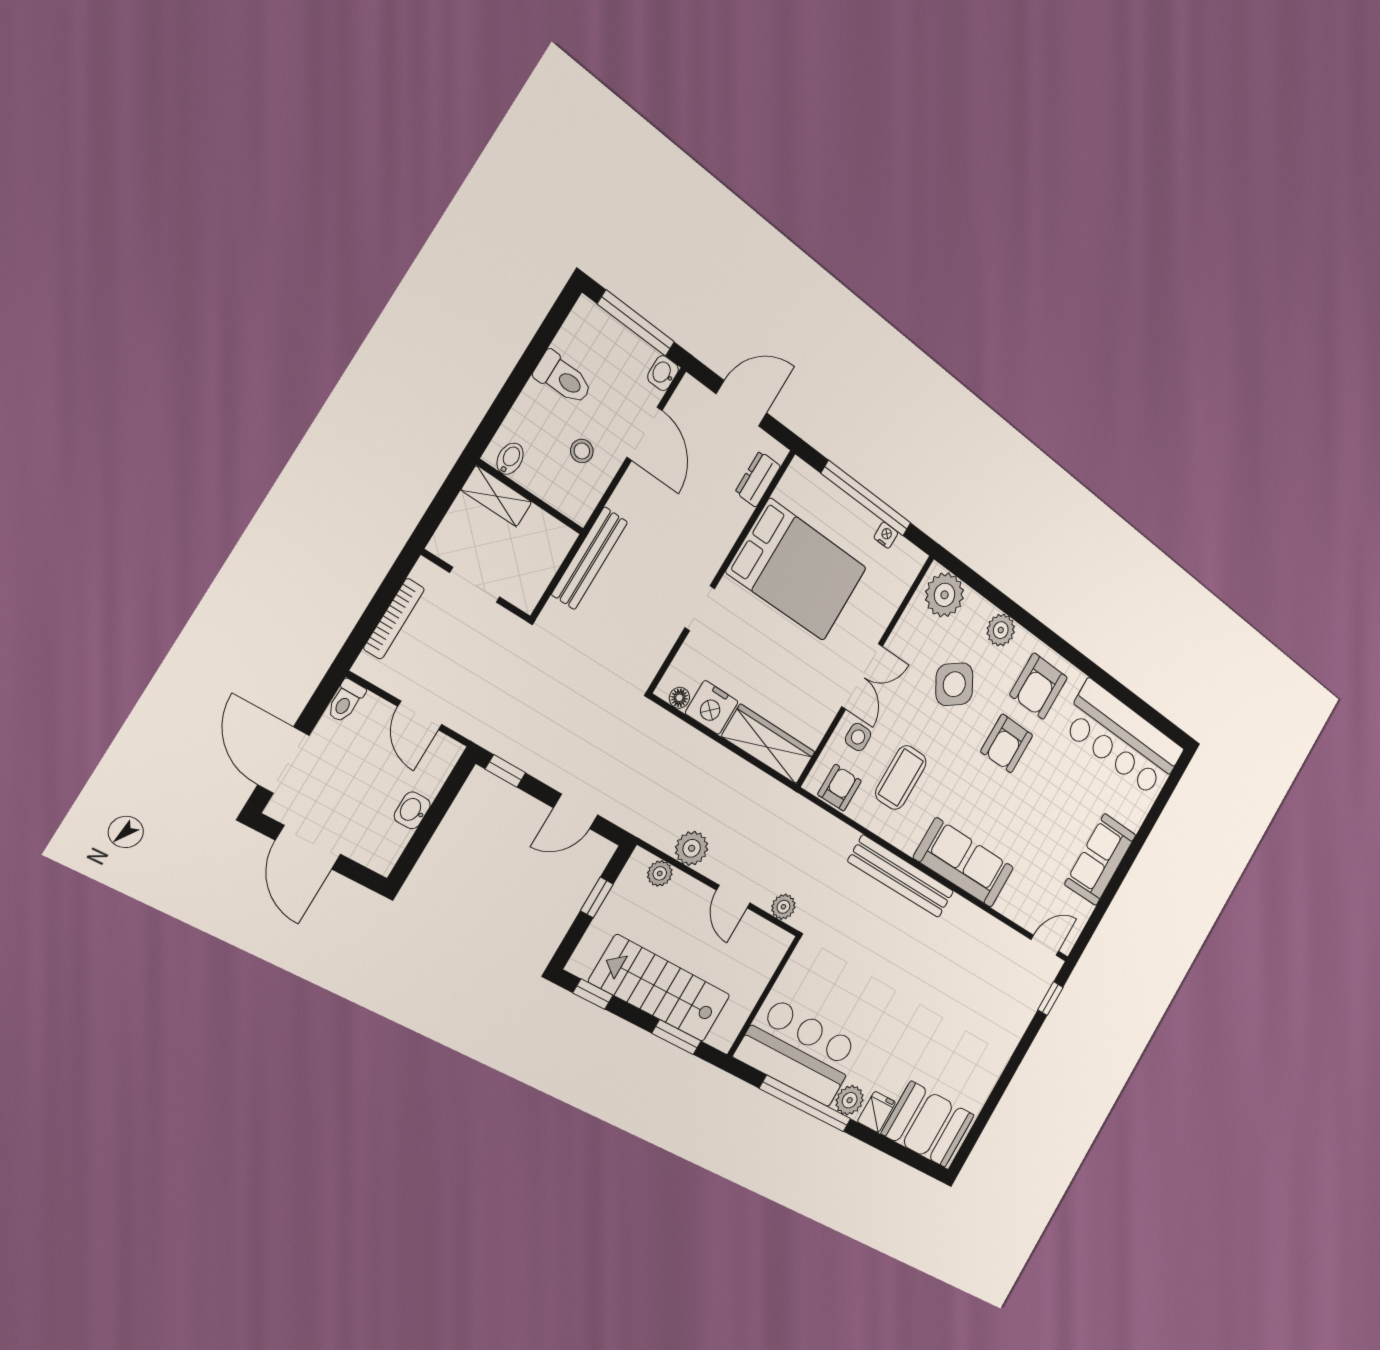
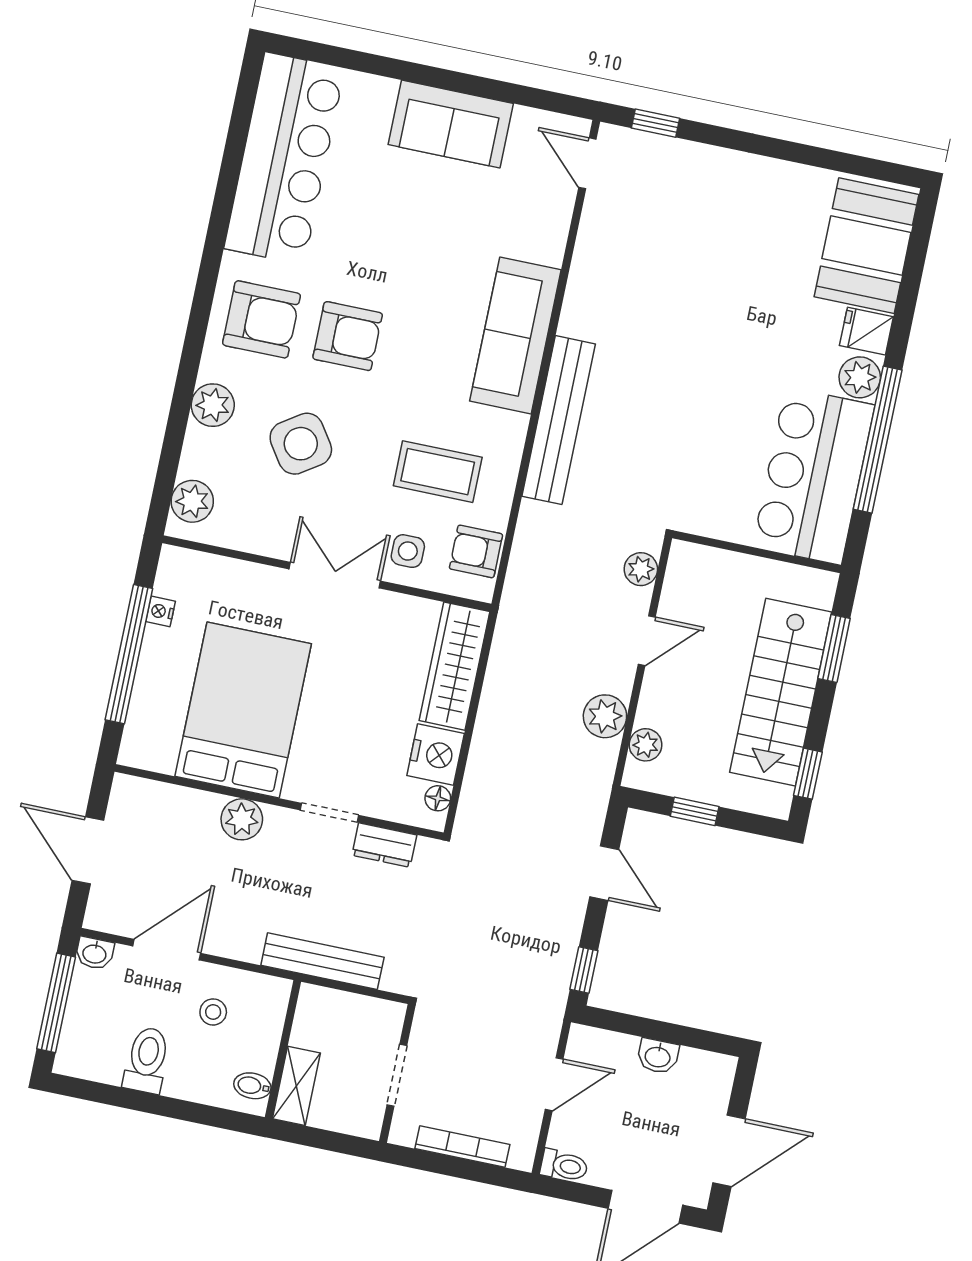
dresser: (758, 479) -> (384, 845), moved
plant: (720, 536) -> (242, 819), added
plant: (945, 595) -> (192, 501), width x0.73, depth x0.73

